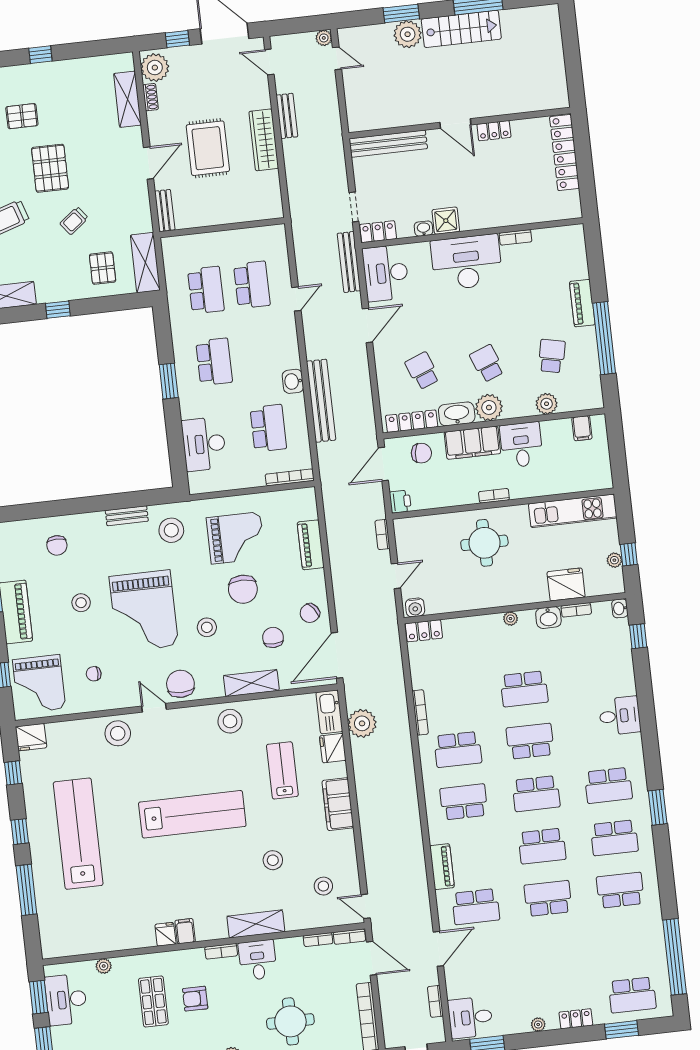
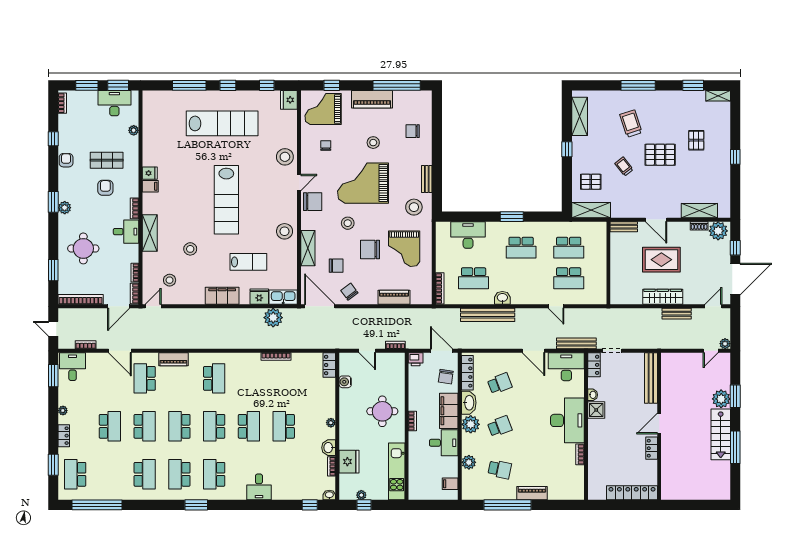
water cooler: (415, 607) -> (345, 382), moved
school desk: (458, 749) -> (110, 426), moved, turned 180

